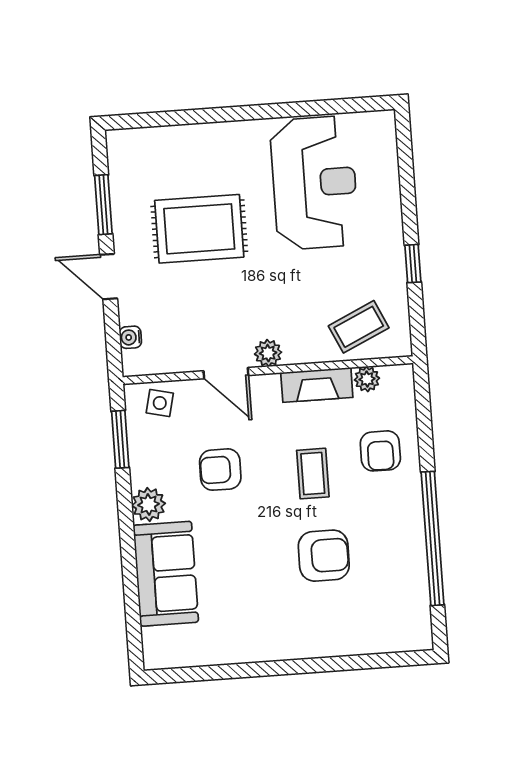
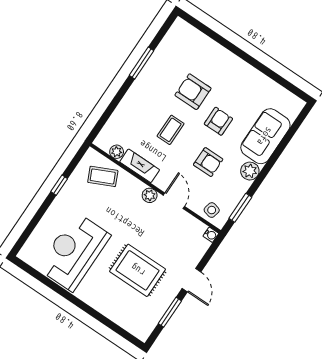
water cooler: (130, 337) -> (211, 235), moved
armchair: (380, 451) -> (218, 121), moved
window: (433, 538) -> (142, 63), width x0.47

